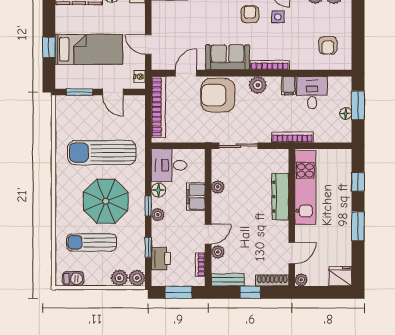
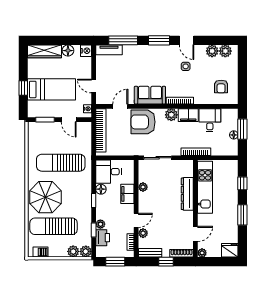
armchair: (250, 14) -> (166, 65), removed
filing cabinet: (289, 86) -> (188, 115), width x2.00
parasol: (106, 201) -> (46, 197), moved
plant: (158, 215) -> (100, 224), moved
sun lounger: (92, 242) -> (54, 226), width x1.36, depth x1.34

